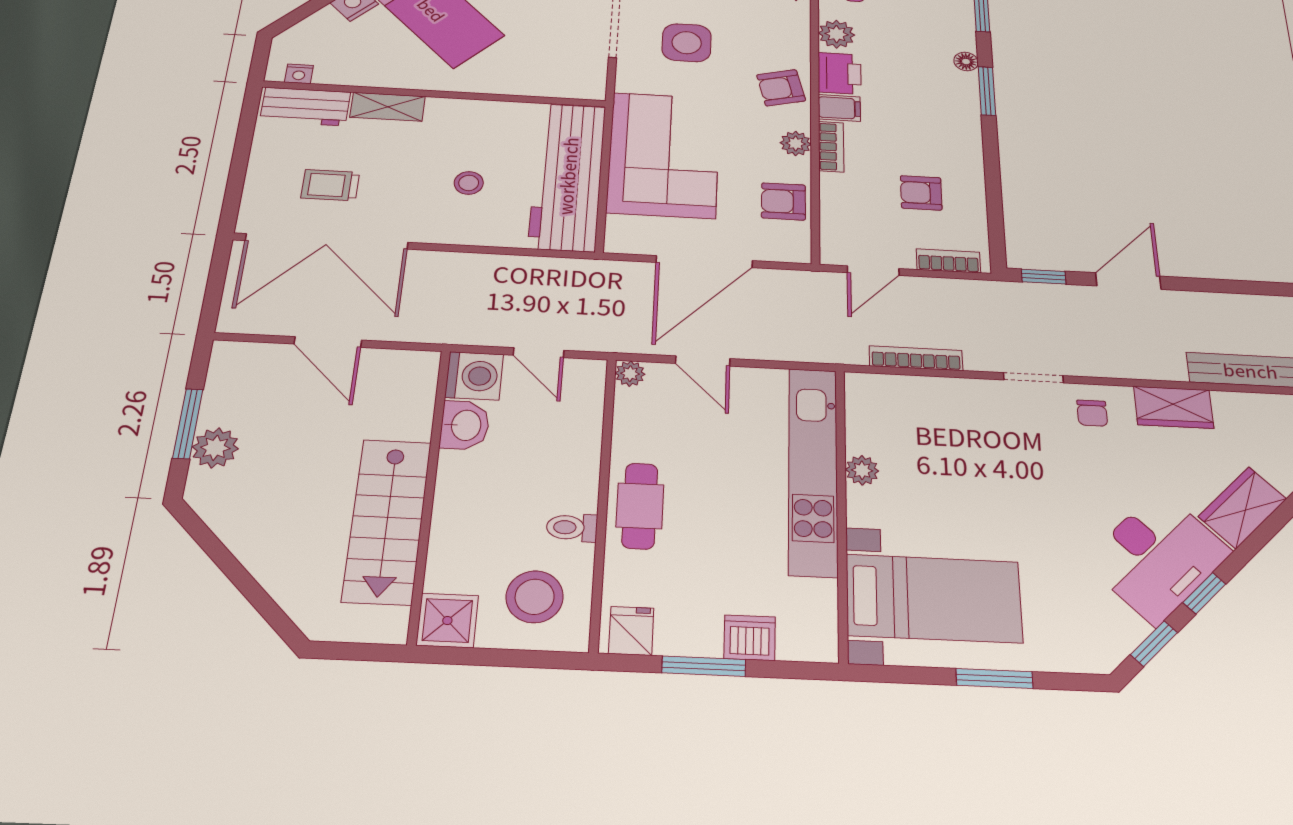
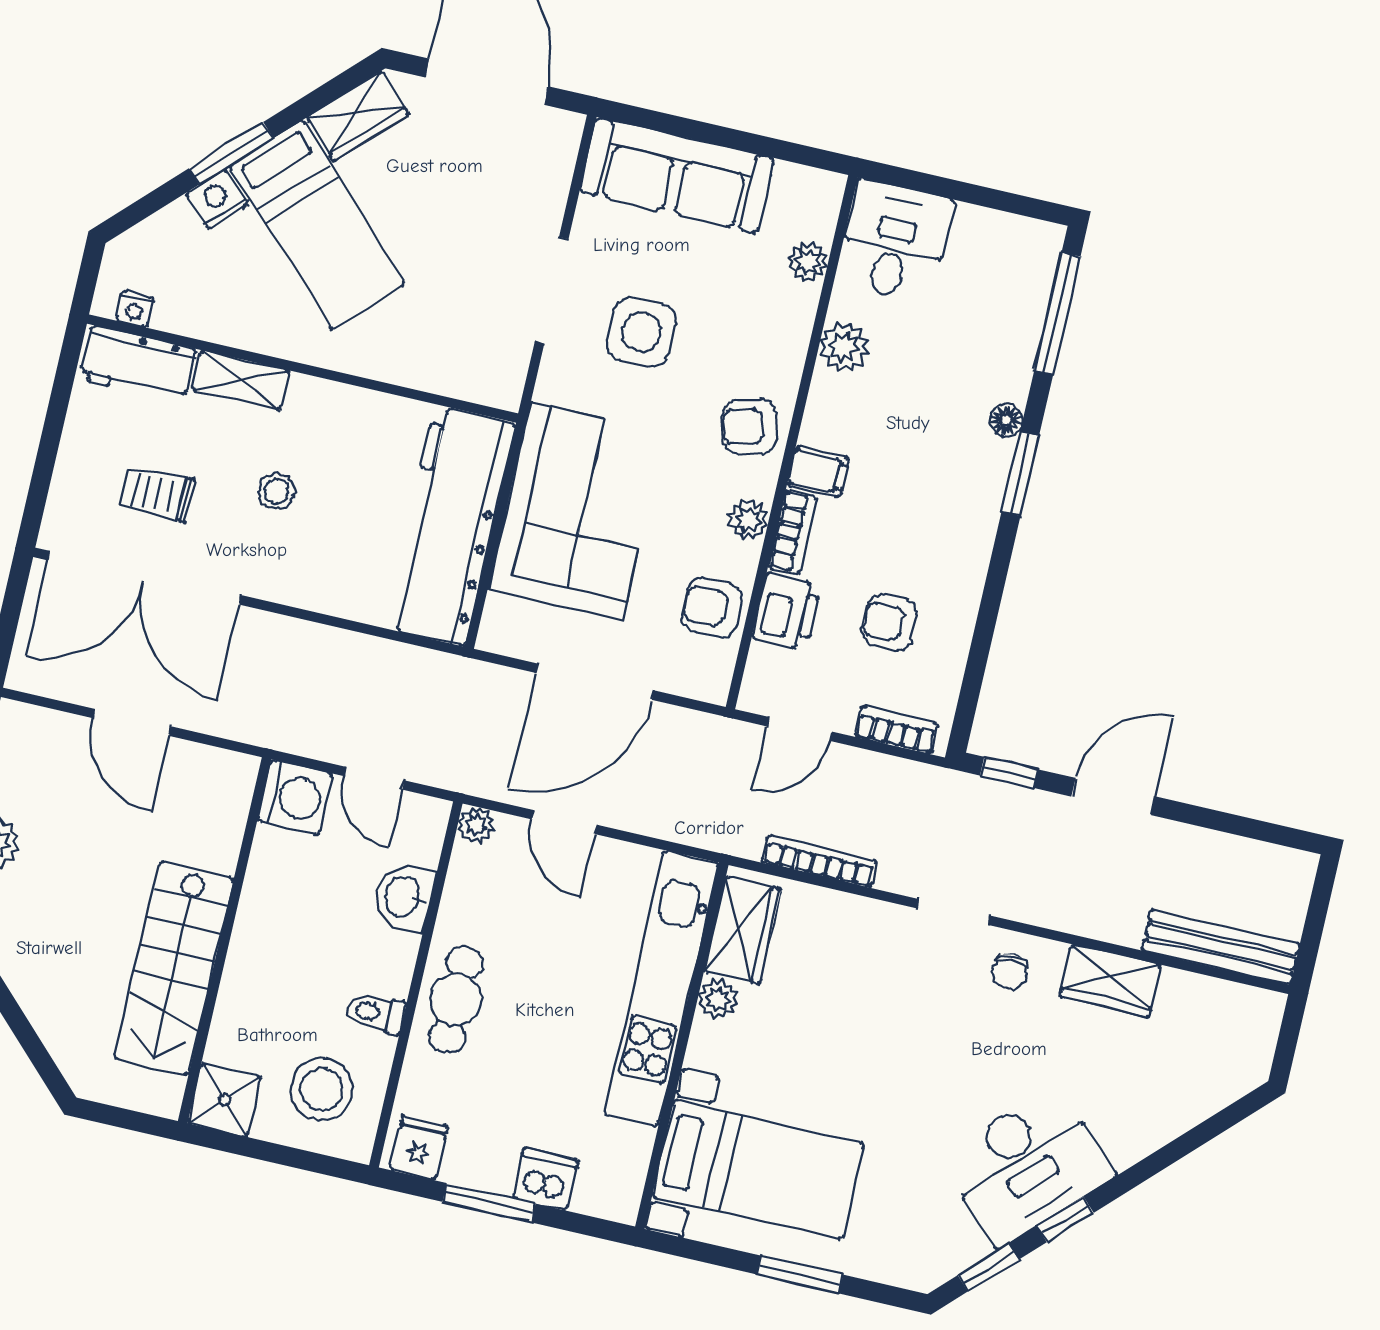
printer: (840, 73) -> (787, 611), moved
stool: (469, 183) -> (276, 491), moved
washbasin: (465, 425) -> (404, 897), moved, turned 180
wardrobe: (1242, 508) -> (743, 930), moved, turned 135

